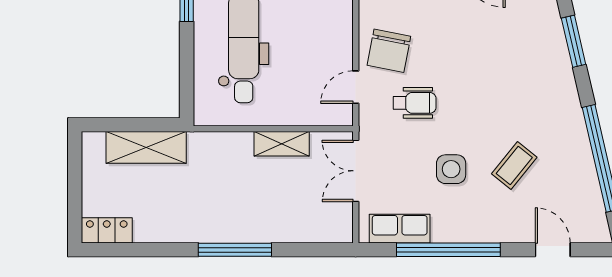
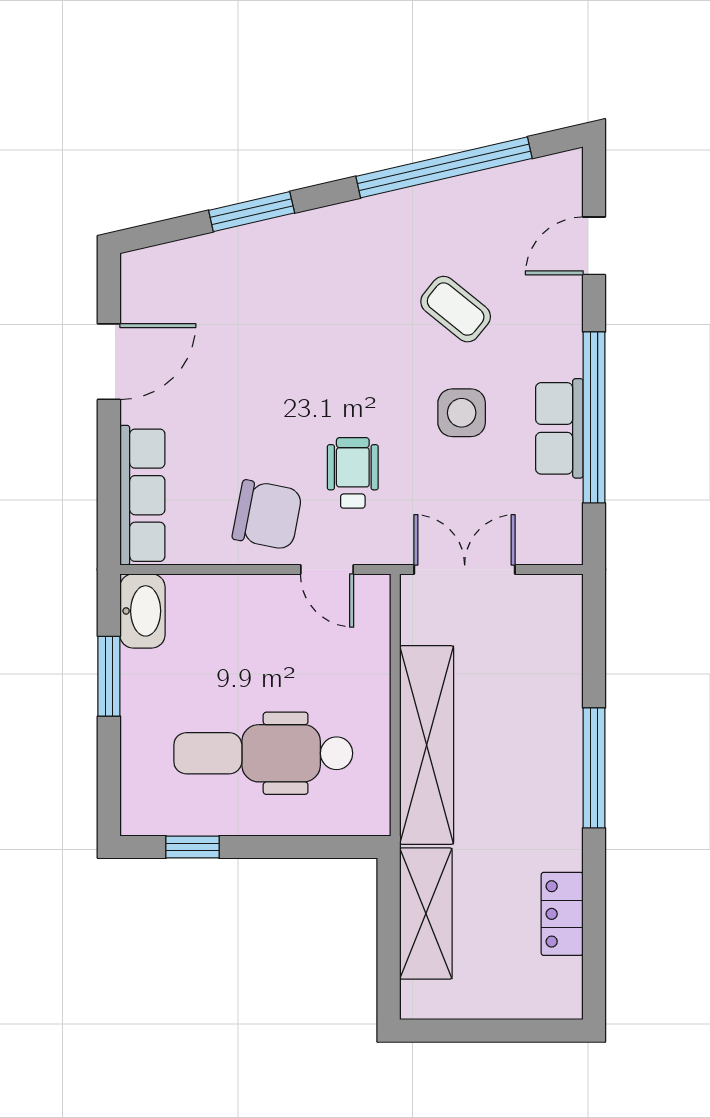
shelving: (282, 144) -> (427, 745), width x2.20, depth x1.33
double door: (356, 171) -> (465, 569), swing flipped
row of seats: (400, 229) -> (559, 428), moved
locker: (107, 230) -> (562, 914), moved

